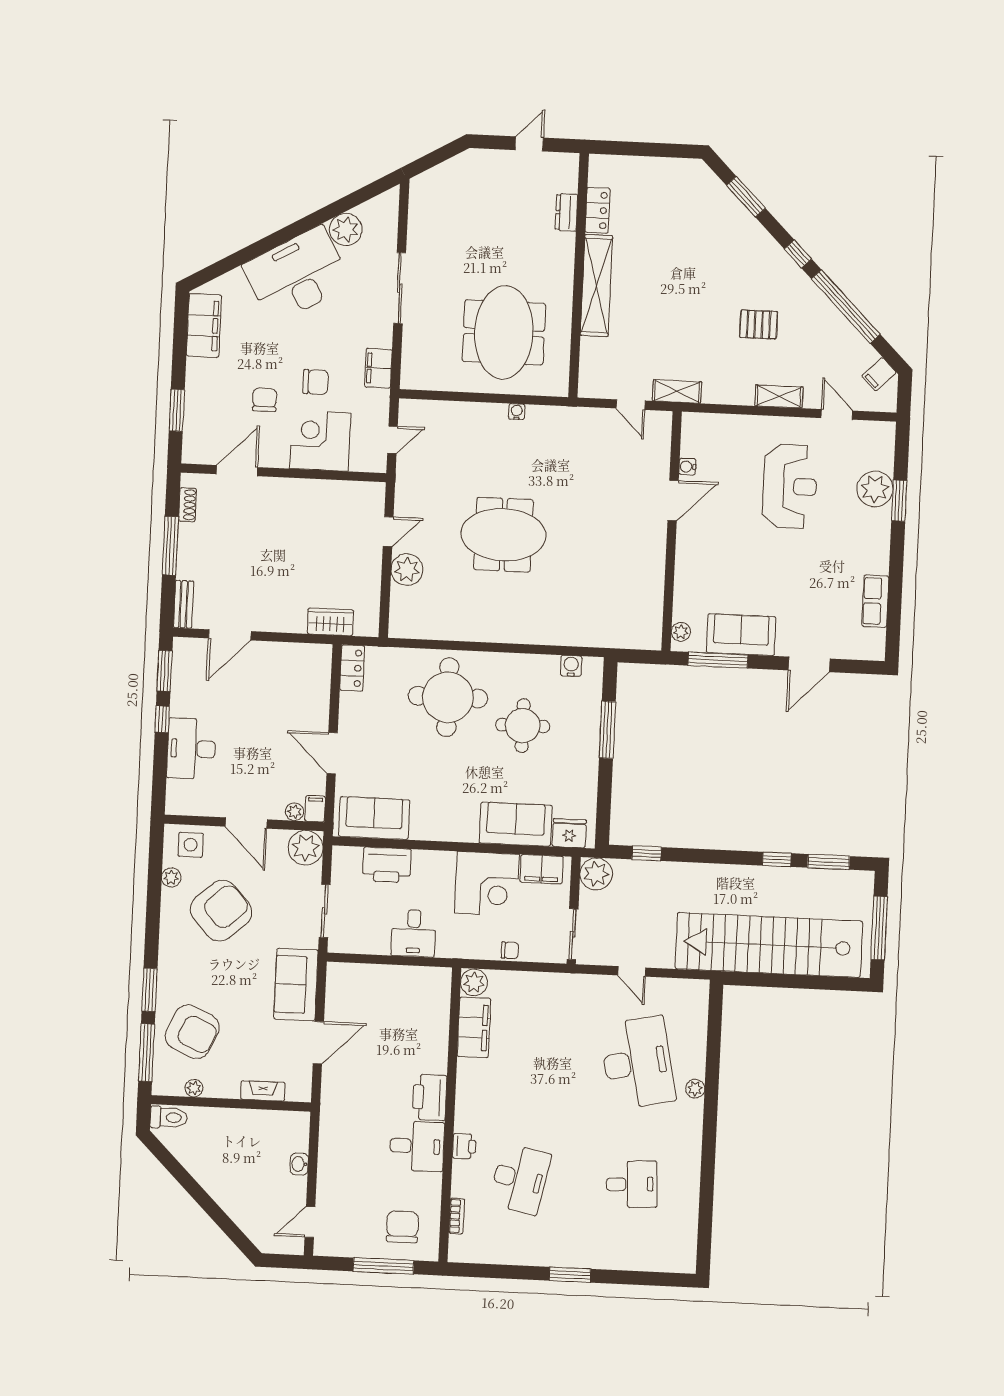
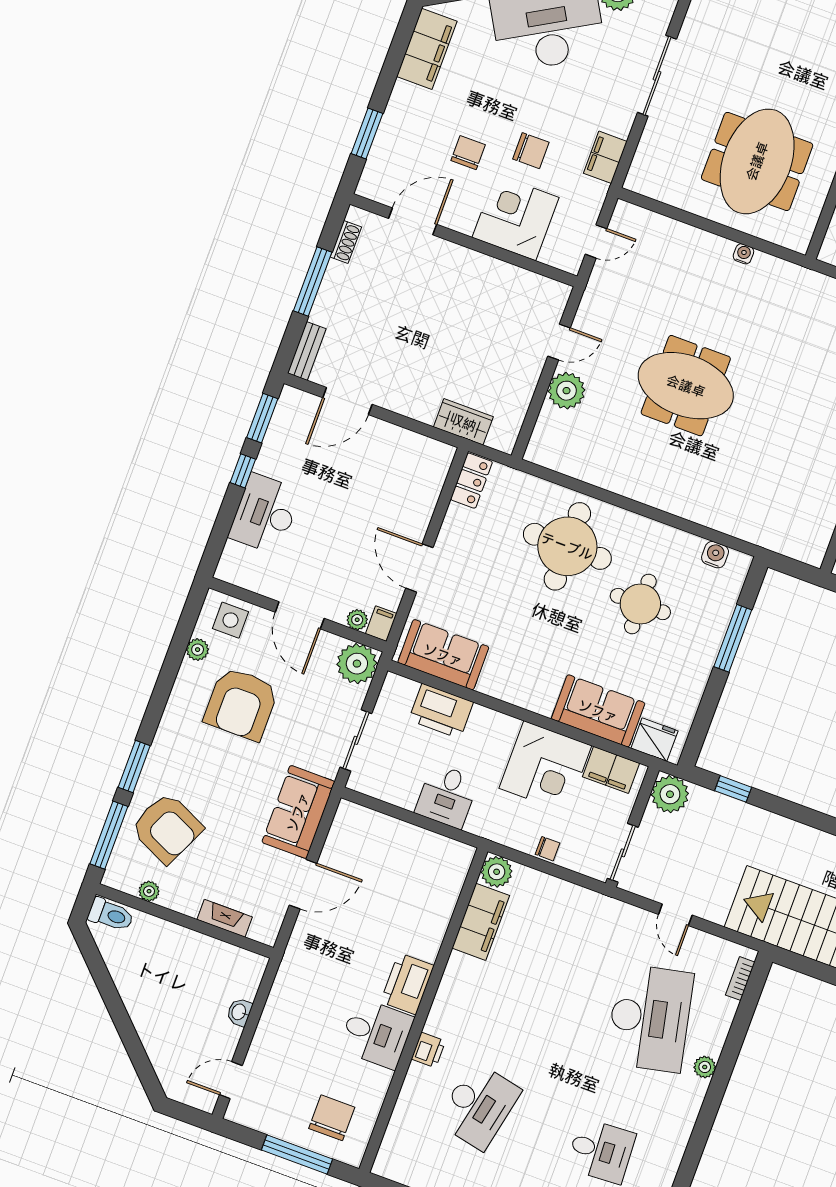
armchair: (221, 911) -> (241, 704), turned 132
bookcase: (457, 1216) -> (740, 979), moved, turned 180

